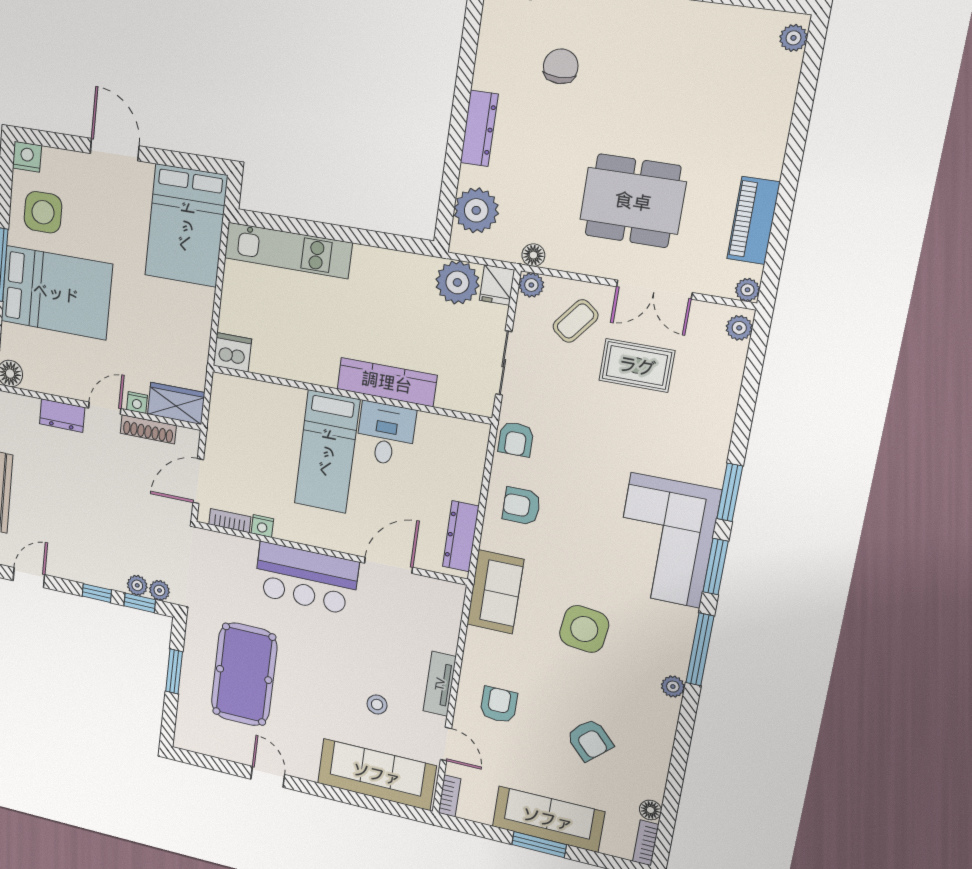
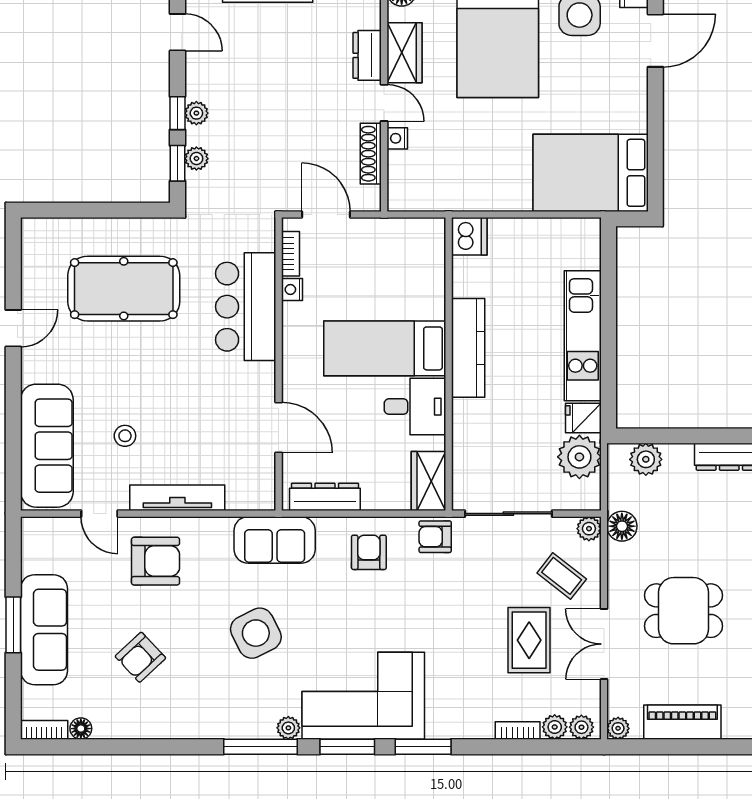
door: (115, 150) -> (655, 41), moved
dining table: (633, 201) -> (684, 611), width x0.73
plant: (476, 210) -> (646, 459), width x0.73, depth x0.73
kitchen unit: (288, 250) -> (583, 336), moved
floor lamp: (533, 255) -> (622, 526), width x1.37, depth x1.37
fridge: (497, 285) -> (583, 418), moved
plant: (734, 356) -> (555, 727), added
sliding door: (504, 363) -> (508, 514), width x1.37
kitchen counter: (387, 382) -> (468, 348), moved
wardrobe: (176, 403) -> (405, 53), moved
wardrobe: (460, 435) -> (429, 481), added
bar counter: (306, 578) -> (246, 307), moved
plant: (159, 590) -> (196, 113), moved
side table: (584, 629) -> (256, 633), turned -34
window: (174, 671) -> (108, 210), removed
tv unit: (440, 684) -> (177, 498), width x1.41
plant: (673, 687) -> (288, 728), moved
armchair: (499, 705) -> (155, 561), width x1.38, depth x1.38
door: (446, 744) -> (99, 514), hinge flipped
bookcase: (450, 796) -> (518, 730), moved, turned 180

